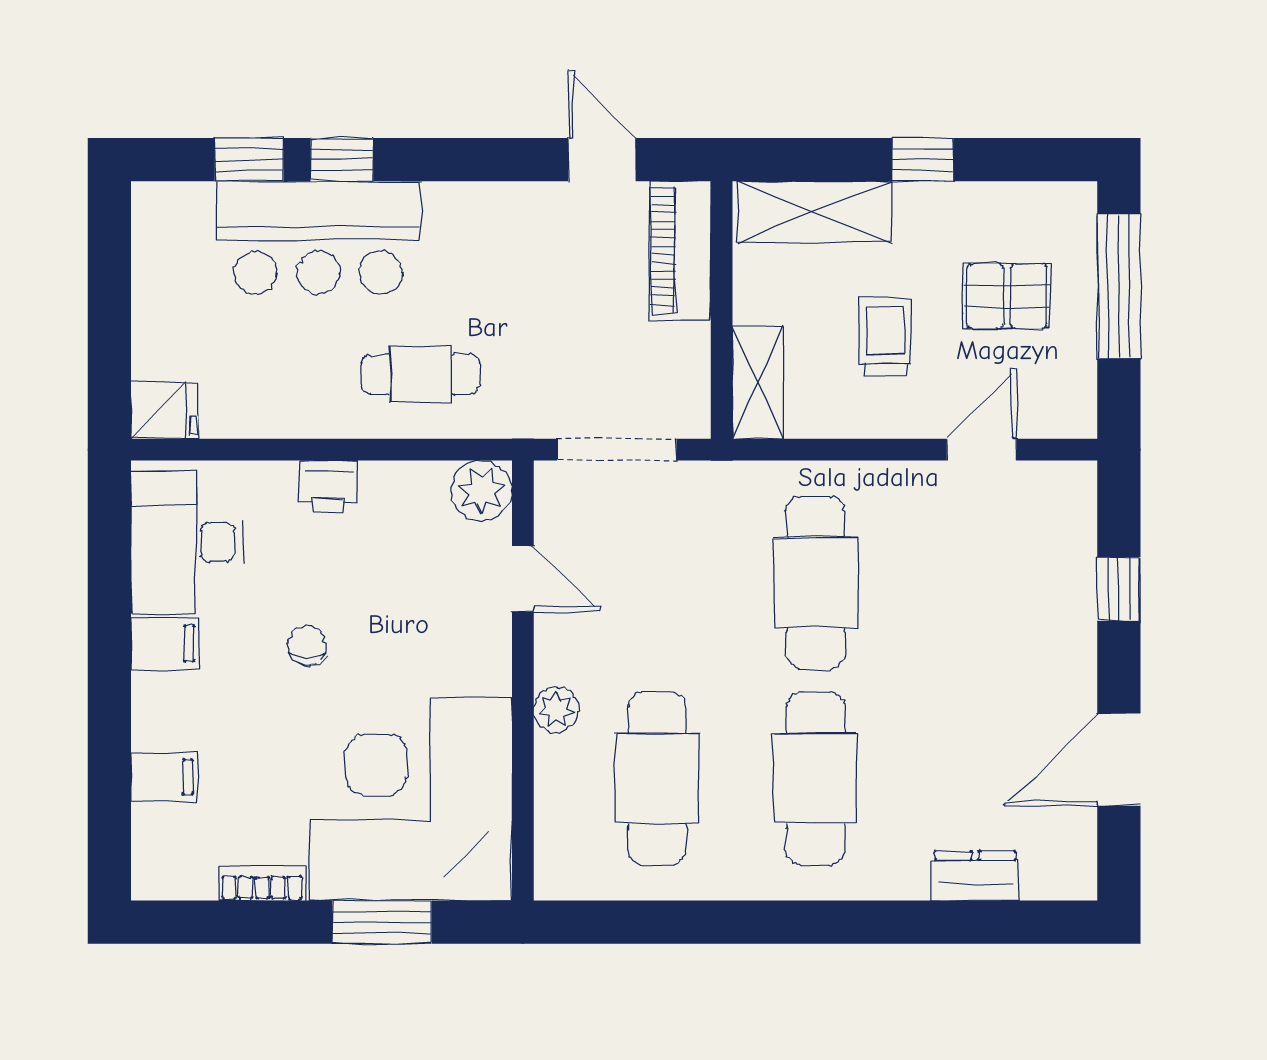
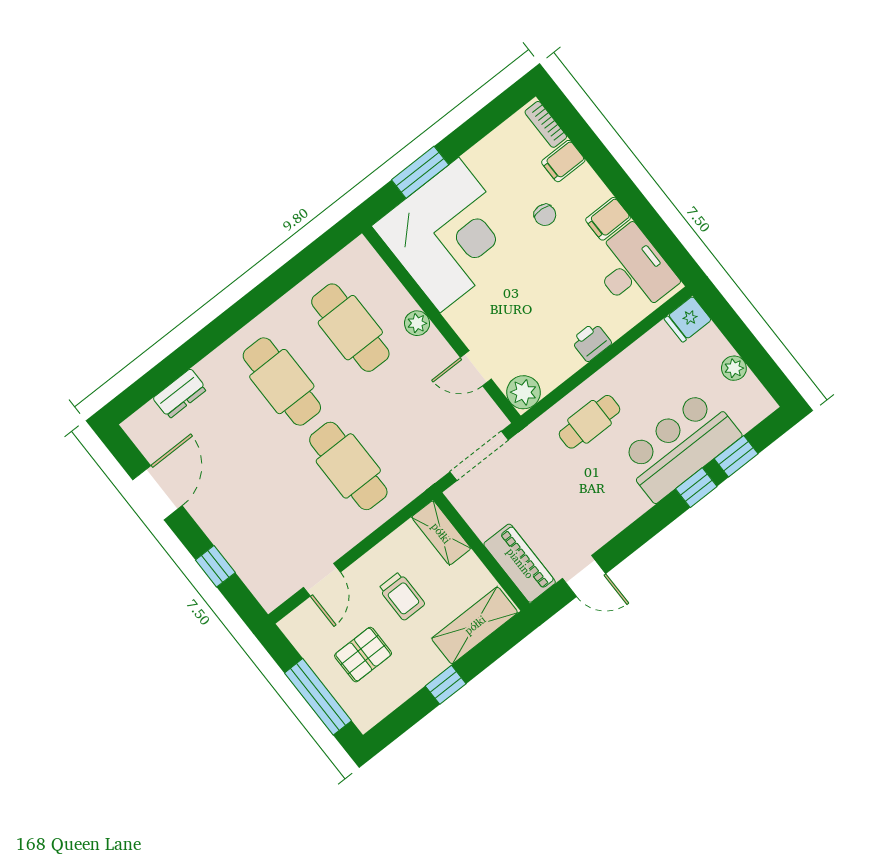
plant: (153, 288) -> (734, 368), added
chair: (307, 645) -> (545, 215), moved
bookcase: (262, 884) -> (546, 124), moved, turned 90

